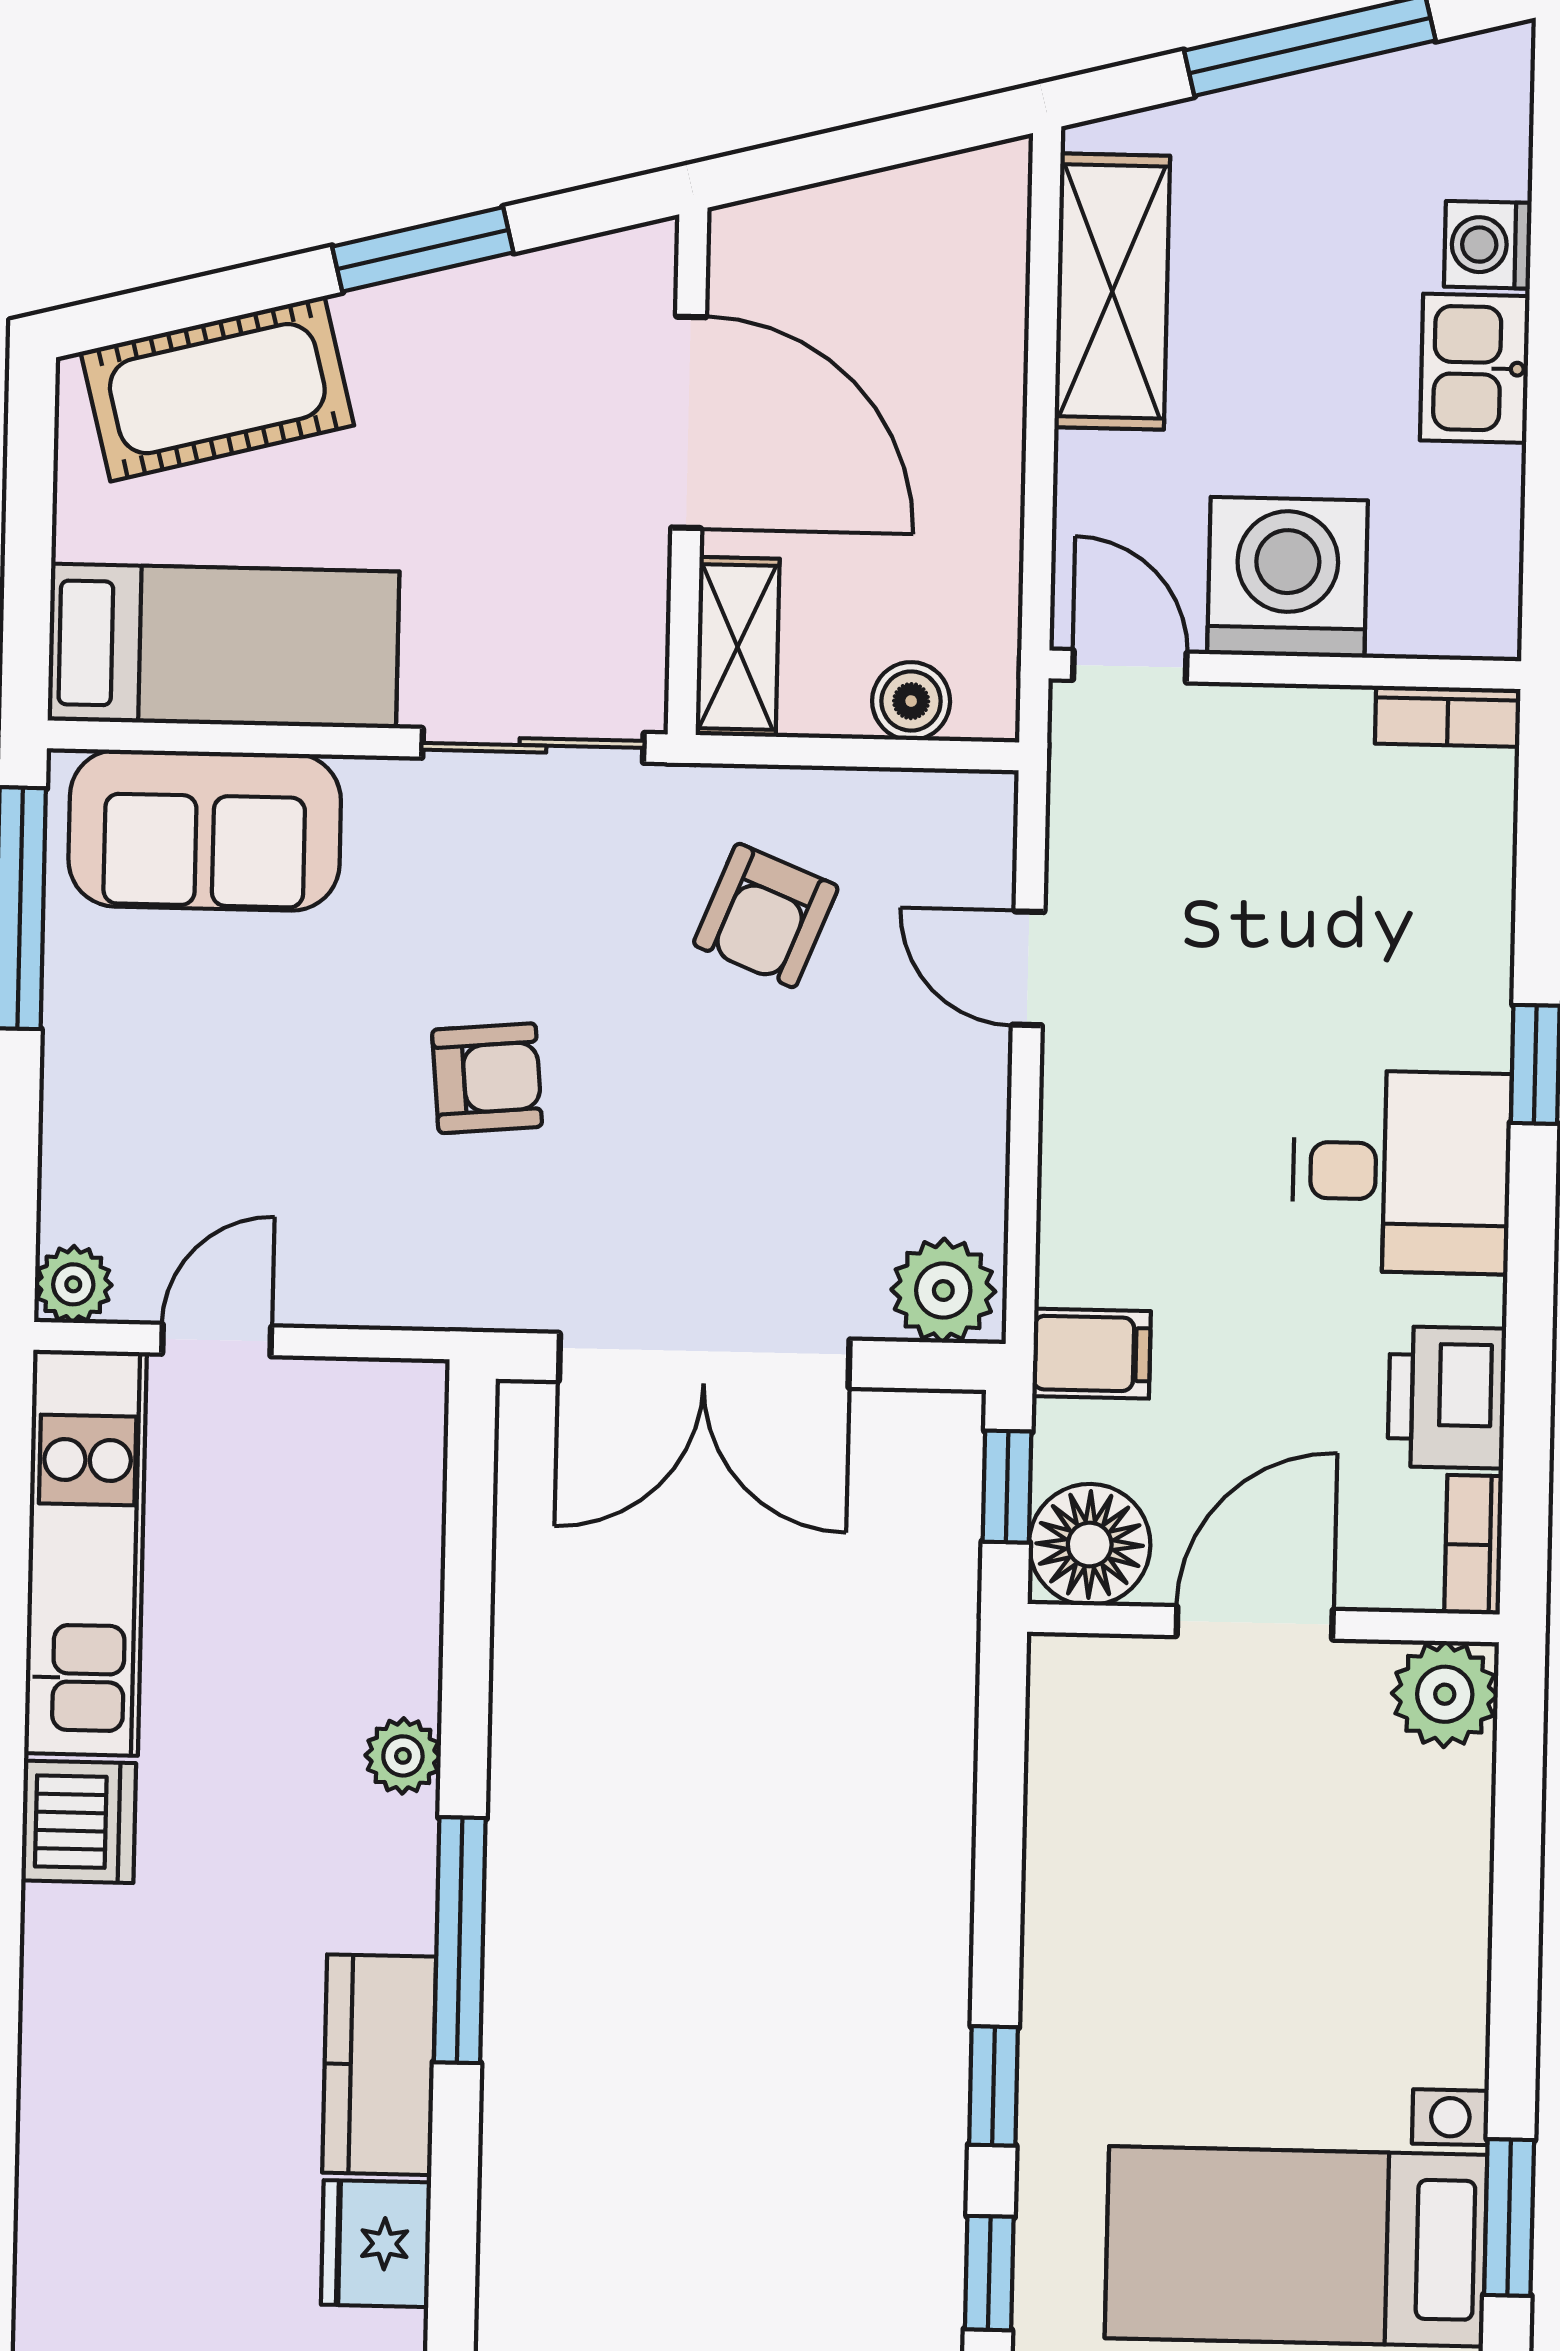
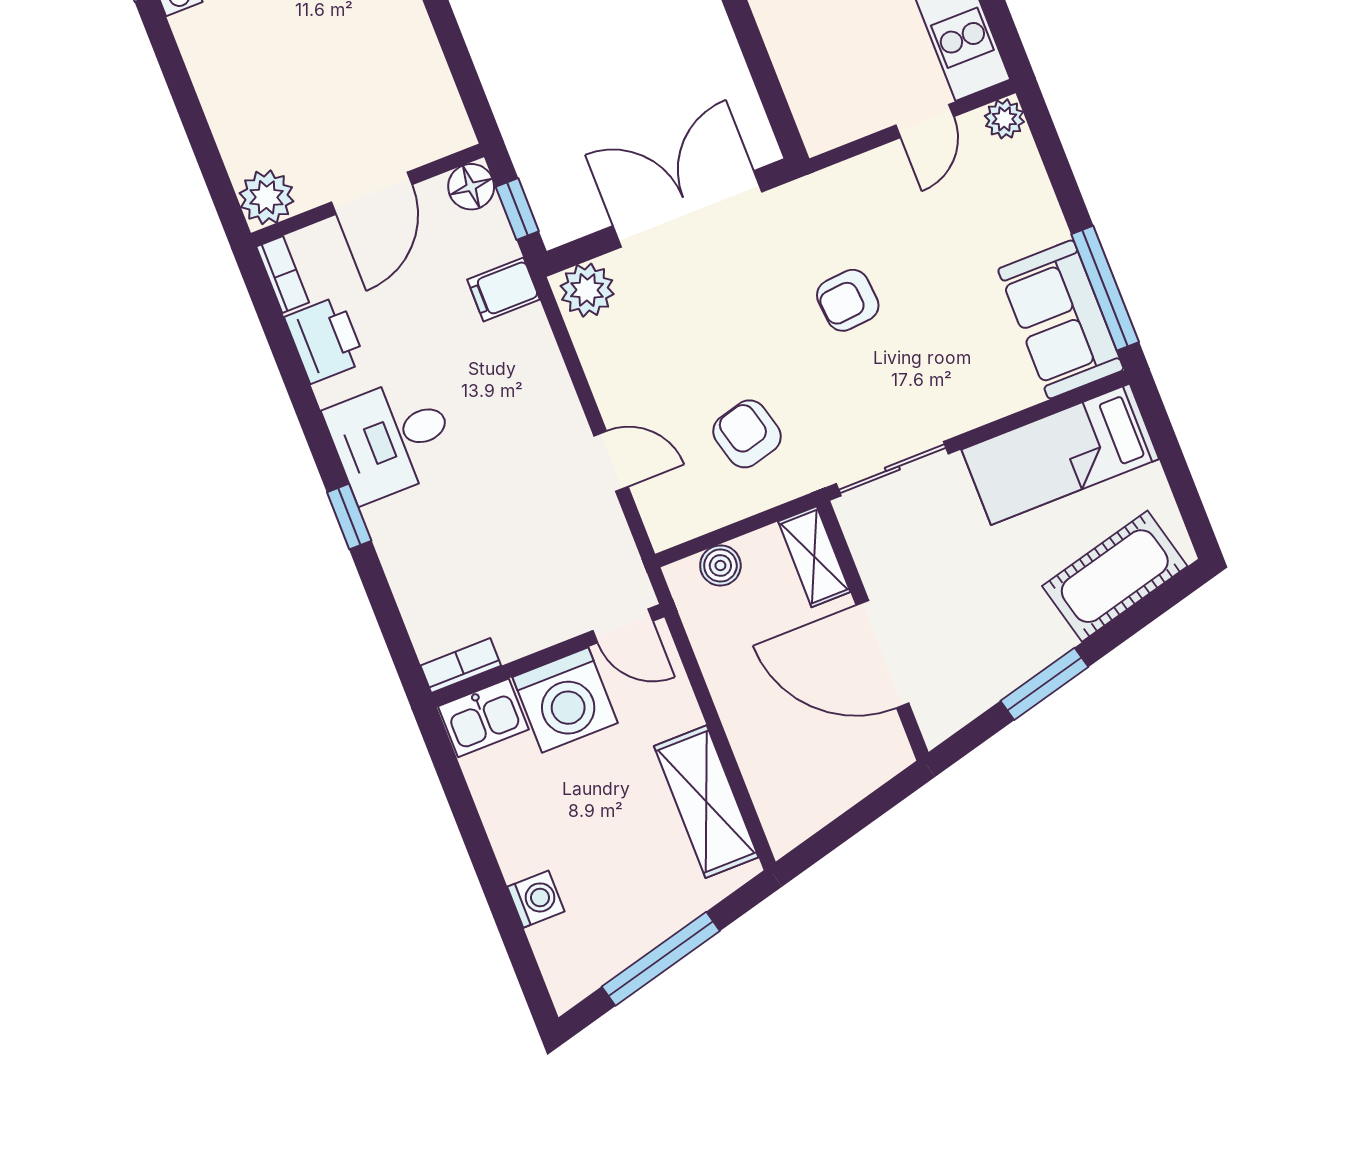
kitchen sink: (1475, 368) -> (483, 718), moved, turned 90
sofa: (205, 830) -> (1061, 319), moved, turned -90
armchair: (766, 915) -> (747, 434), turned -37
floor lamp: (1090, 1545) -> (471, 187), width x0.73, depth x0.73

